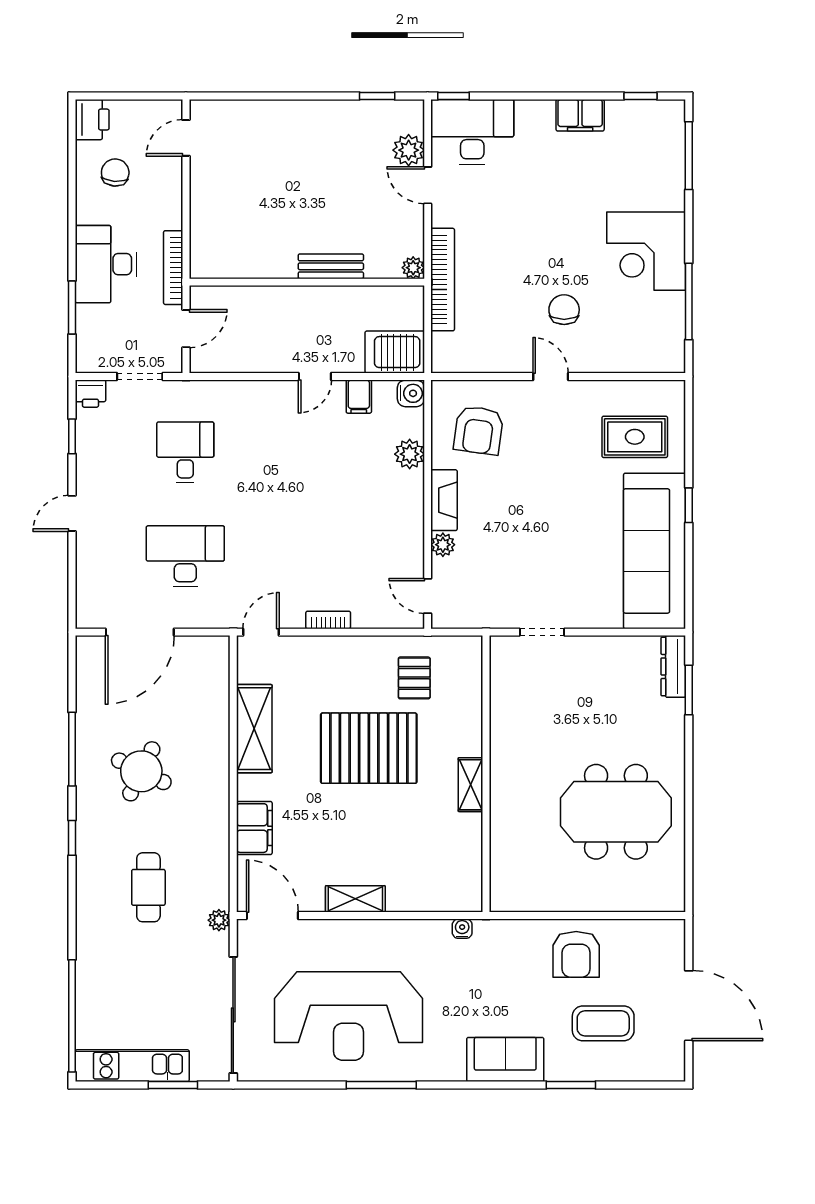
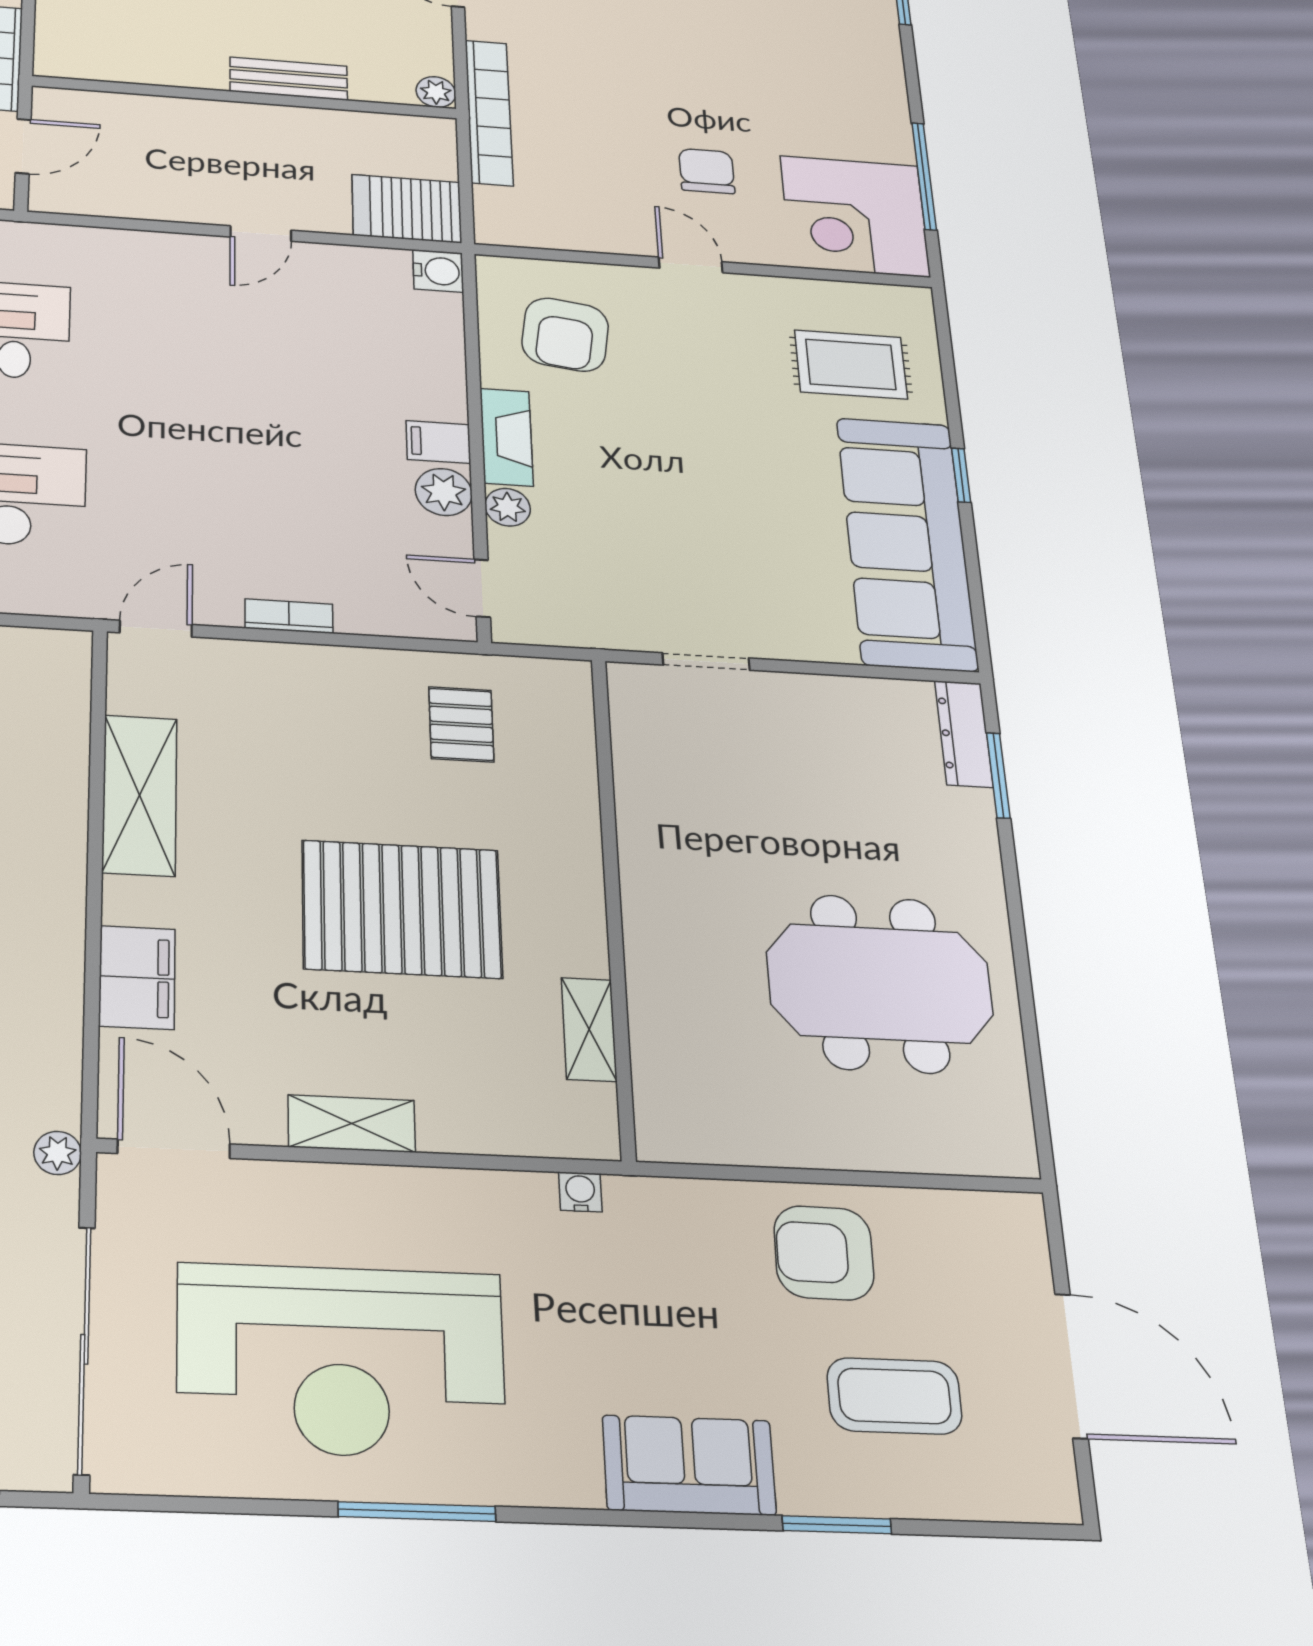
corner desk: (646, 251) -> (855, 216), moved
filing cabinet: (359, 397) -> (438, 442), moved, turned 90
plant: (410, 454) -> (444, 492), moved
pallet: (369, 748) -> (402, 909), moved
shelving: (471, 785) -> (589, 1029), moved
armchair: (576, 954) -> (824, 1253), turned 91

